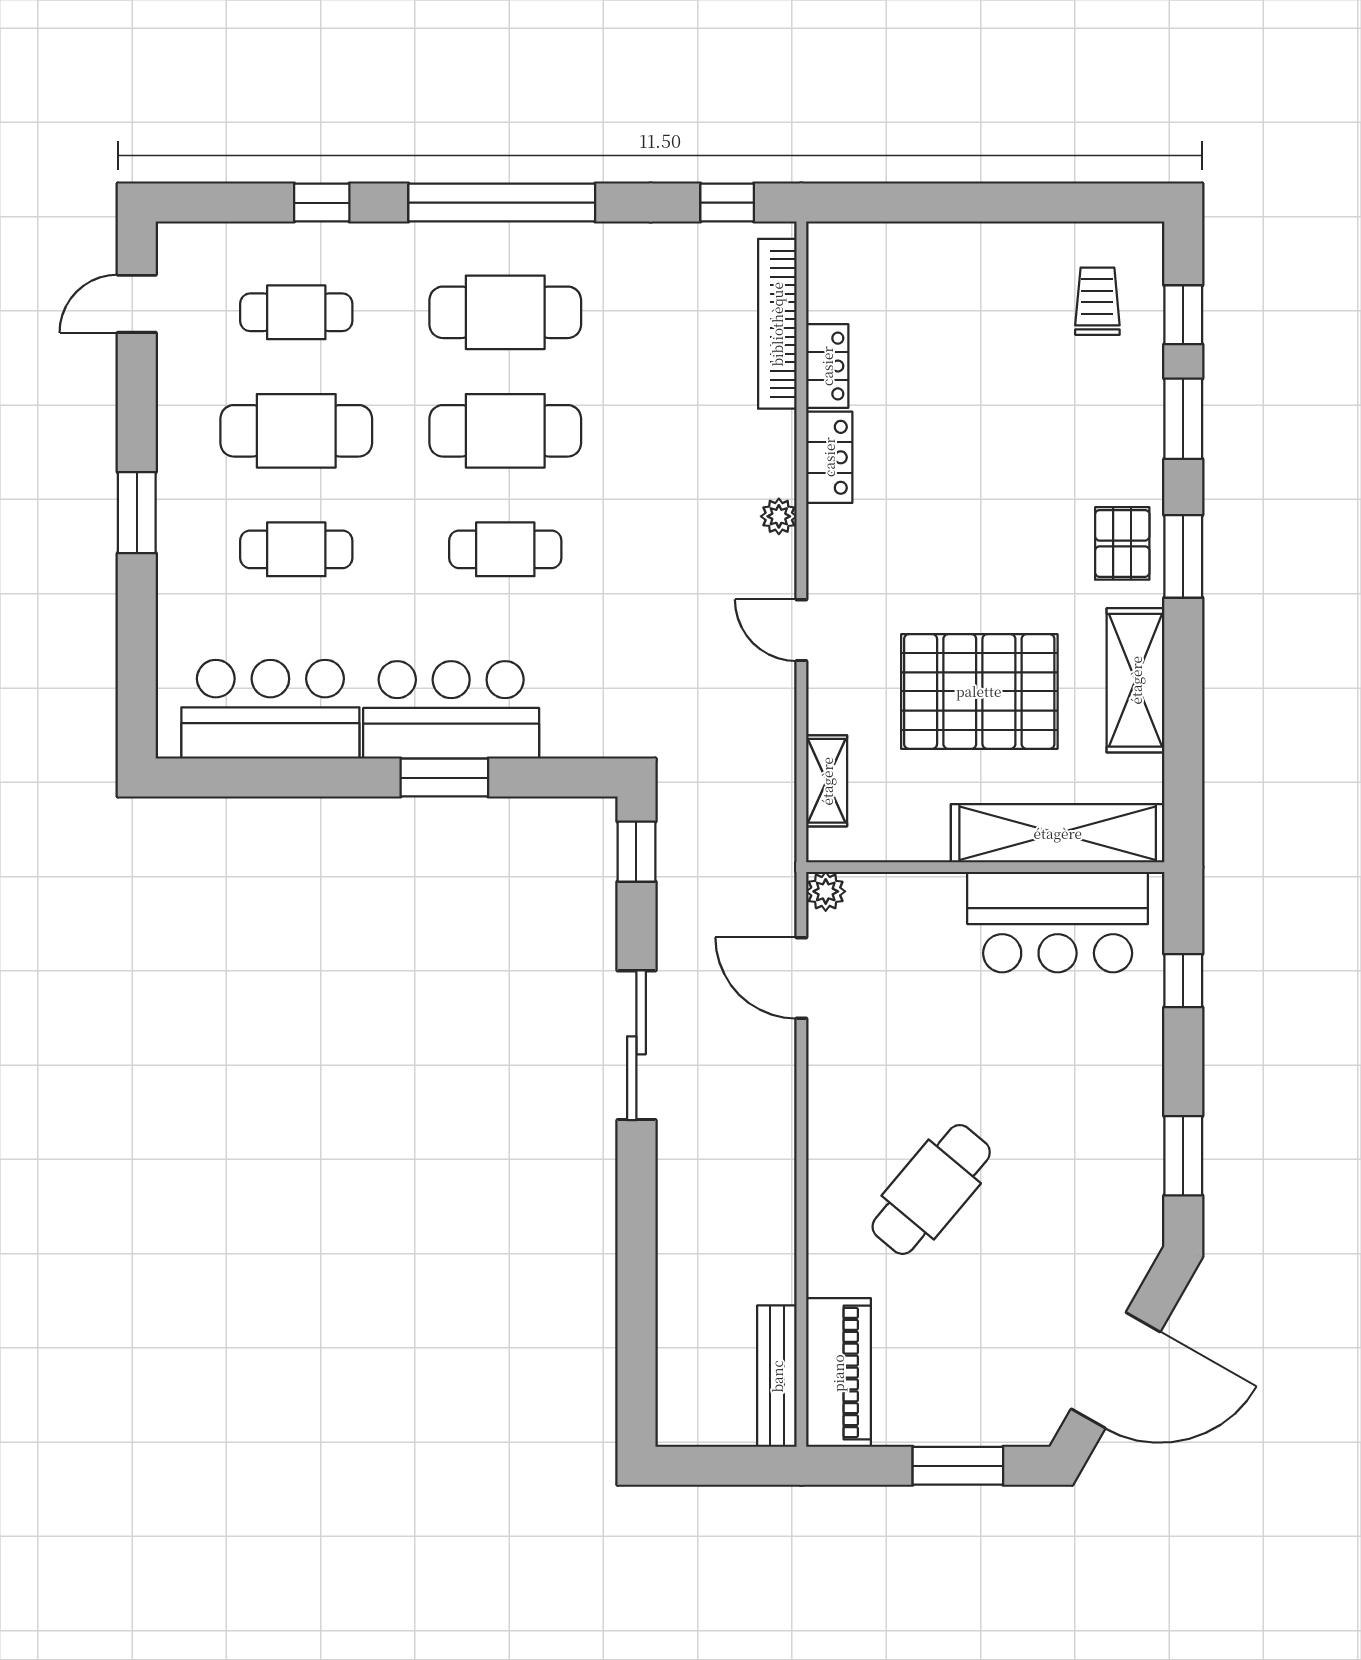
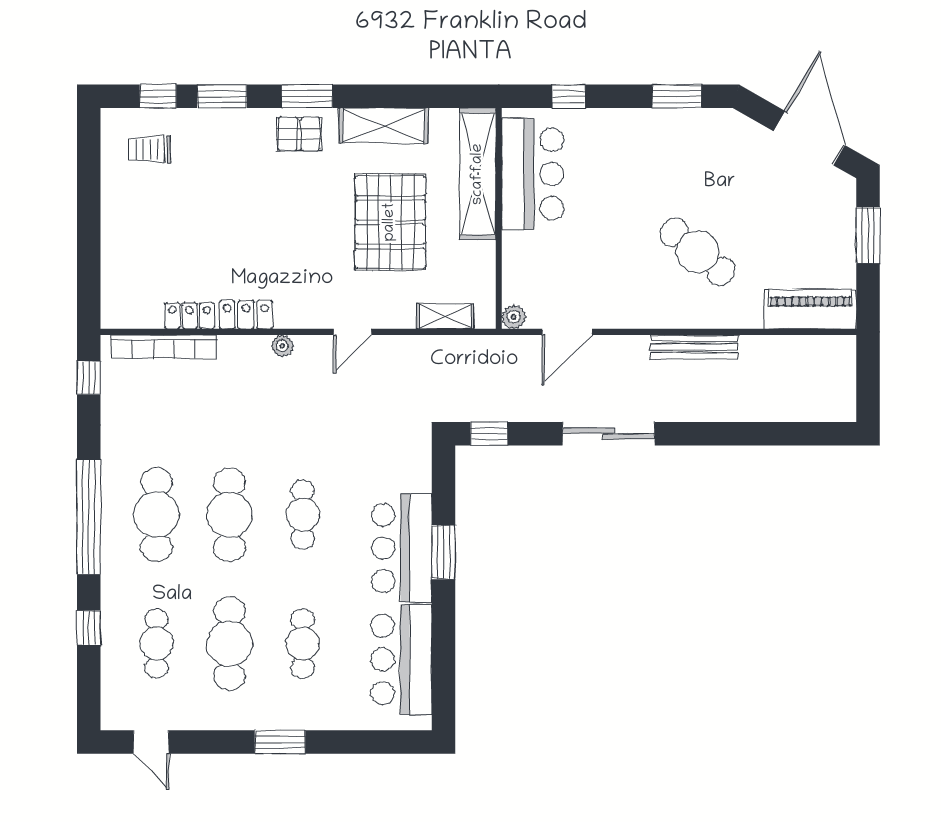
bench: (777, 1376) -> (694, 347), moved

